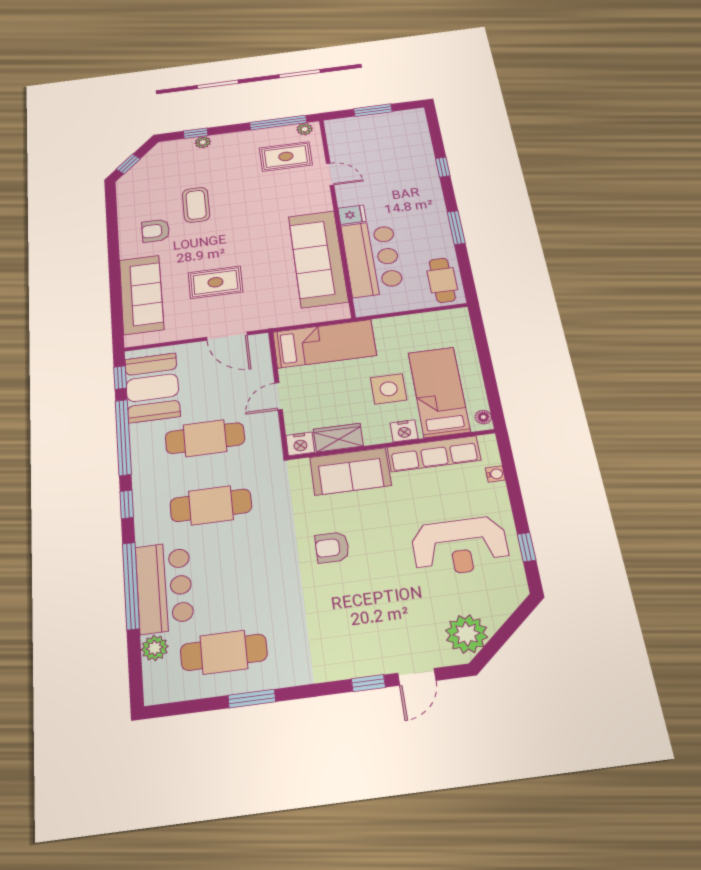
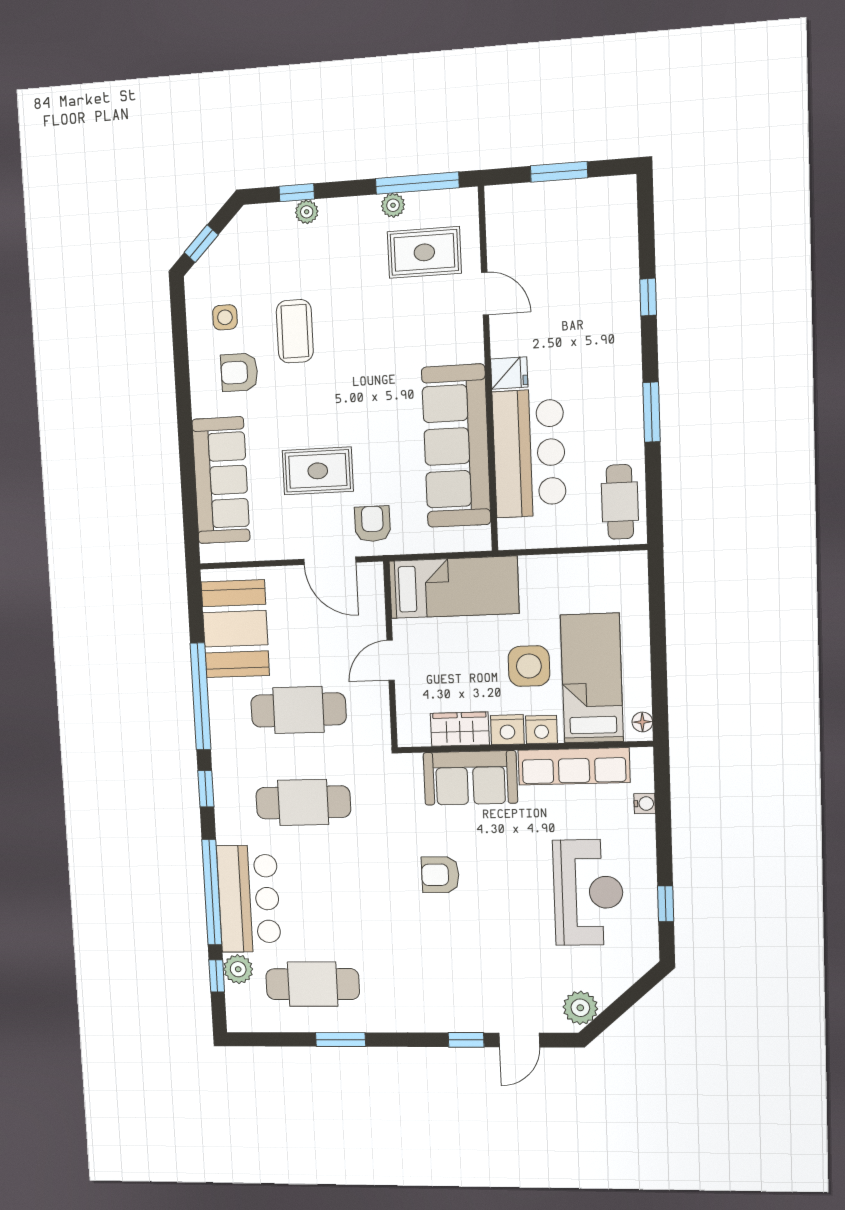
plant: (305, 129) -> (393, 205), moved
side table: (145, 201) -> (225, 317), added
armchair: (259, 310) -> (372, 524), added
window: (120, 378) -> (217, 976), moved
nightstand: (300, 444) -> (507, 730), moved
reception desk: (460, 546) -> (588, 892), turned -90
plant: (467, 634) -> (580, 1008), width x0.73, depth x0.73

